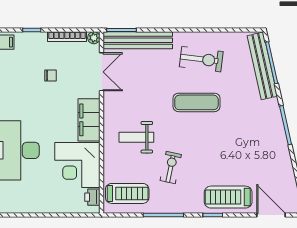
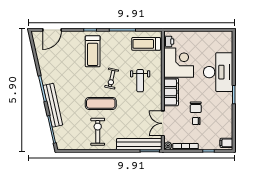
exercise bike: (201, 59) -> (98, 132), turned 83
bench: (262, 66) -> (53, 105), moved
chair: (51, 97) -> (196, 107), added
weight bench: (136, 137) -> (140, 81), turned 90
exercise bike: (171, 168) -> (112, 79), moved
treadmill: (228, 197) -> (93, 51), moved, turned 90
door: (271, 215) -> (52, 30), hinge flipped

